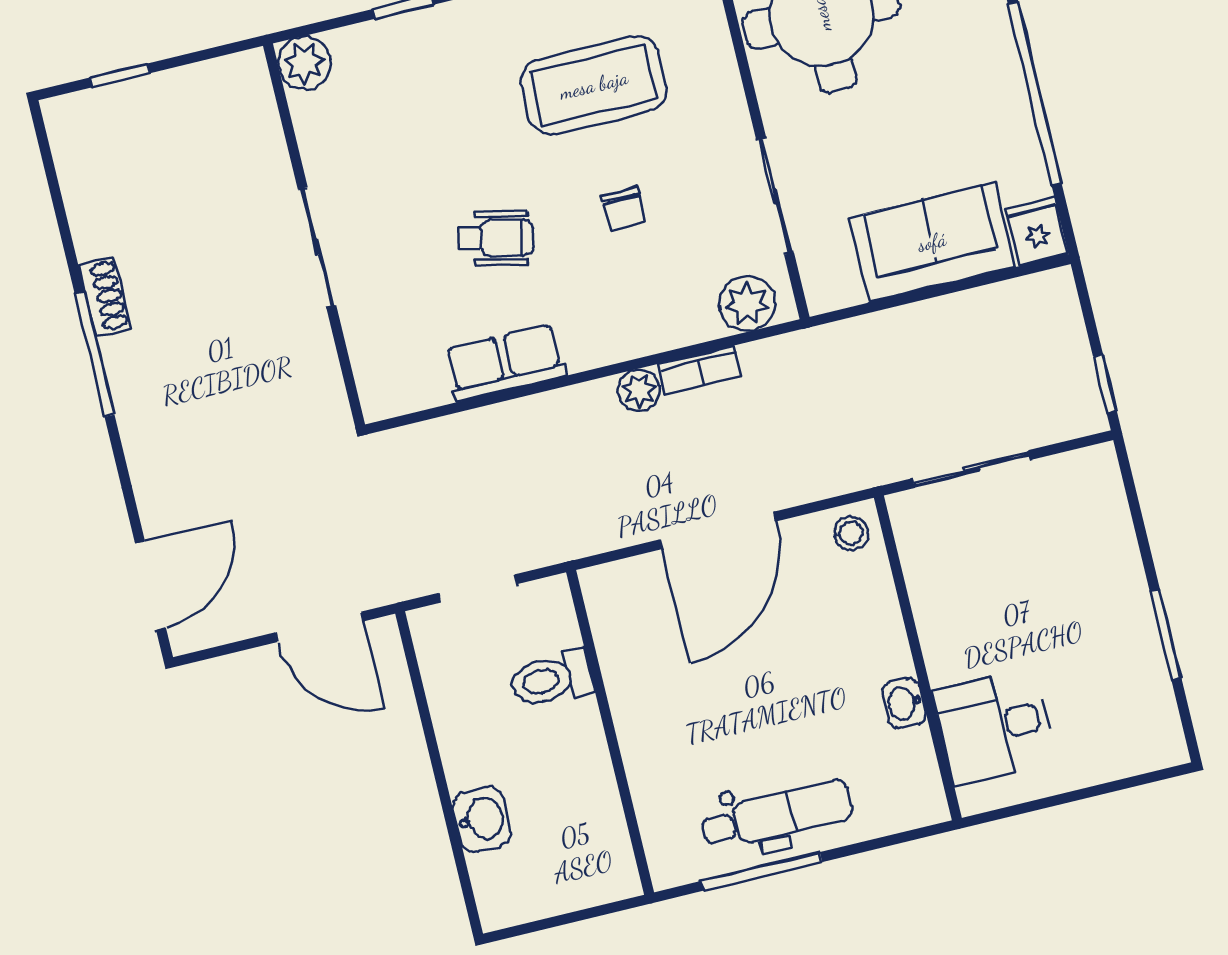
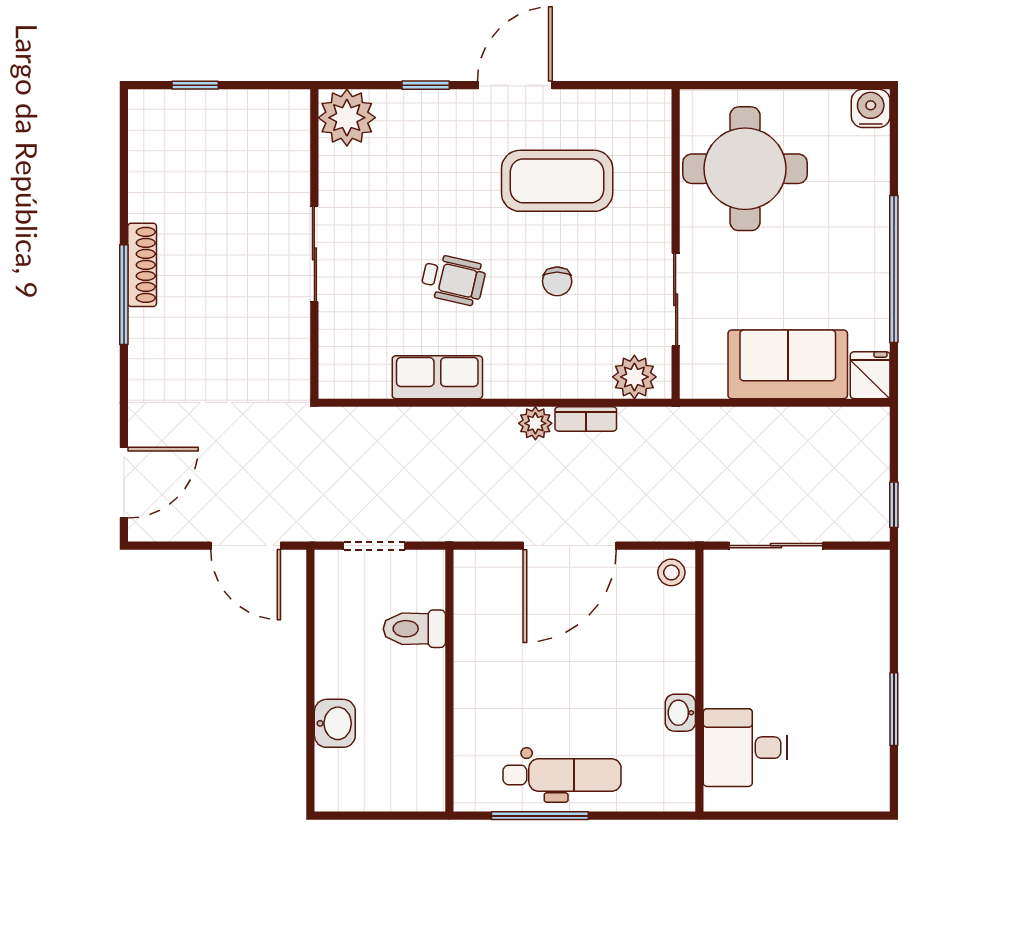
plant: (305, 63) -> (347, 118), width x1.36, depth x1.36
shoe rack: (104, 297) -> (142, 265), width x1.43

